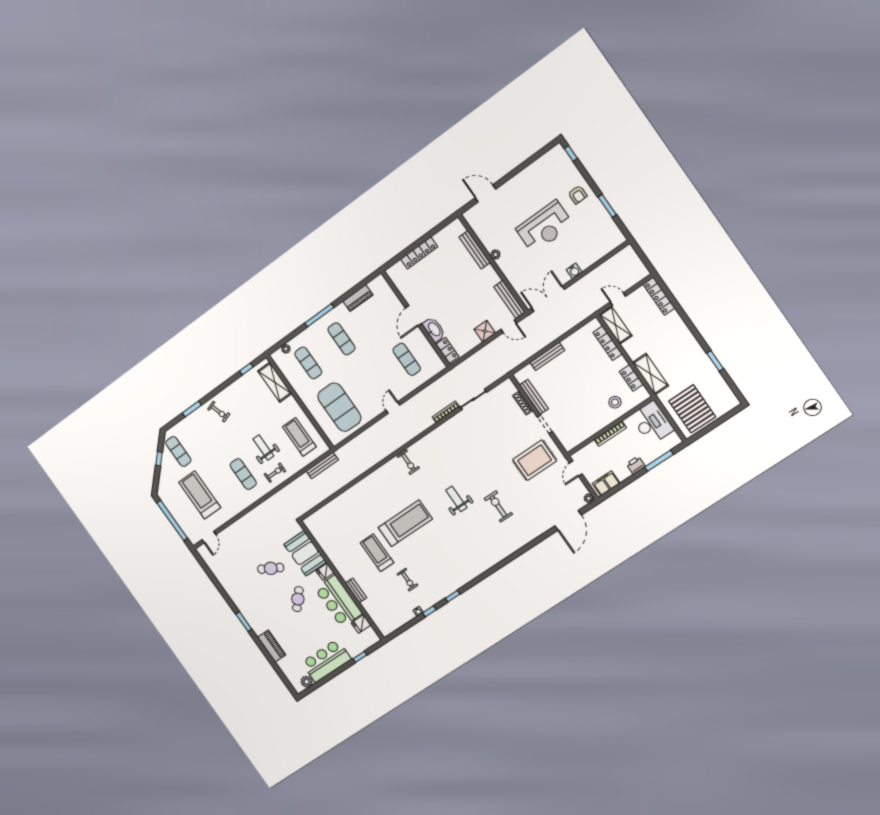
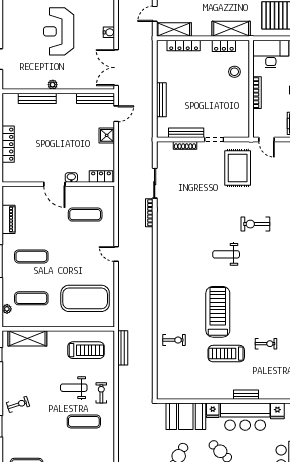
reception desk: (545, 227) -> (59, 31), turned 180
washbasin: (434, 329) -> (71, 177), width x0.52, depth x0.69
treadmill: (299, 437) -> (86, 350), turned 180
exercise bike: (408, 462) -> (174, 340), moved

